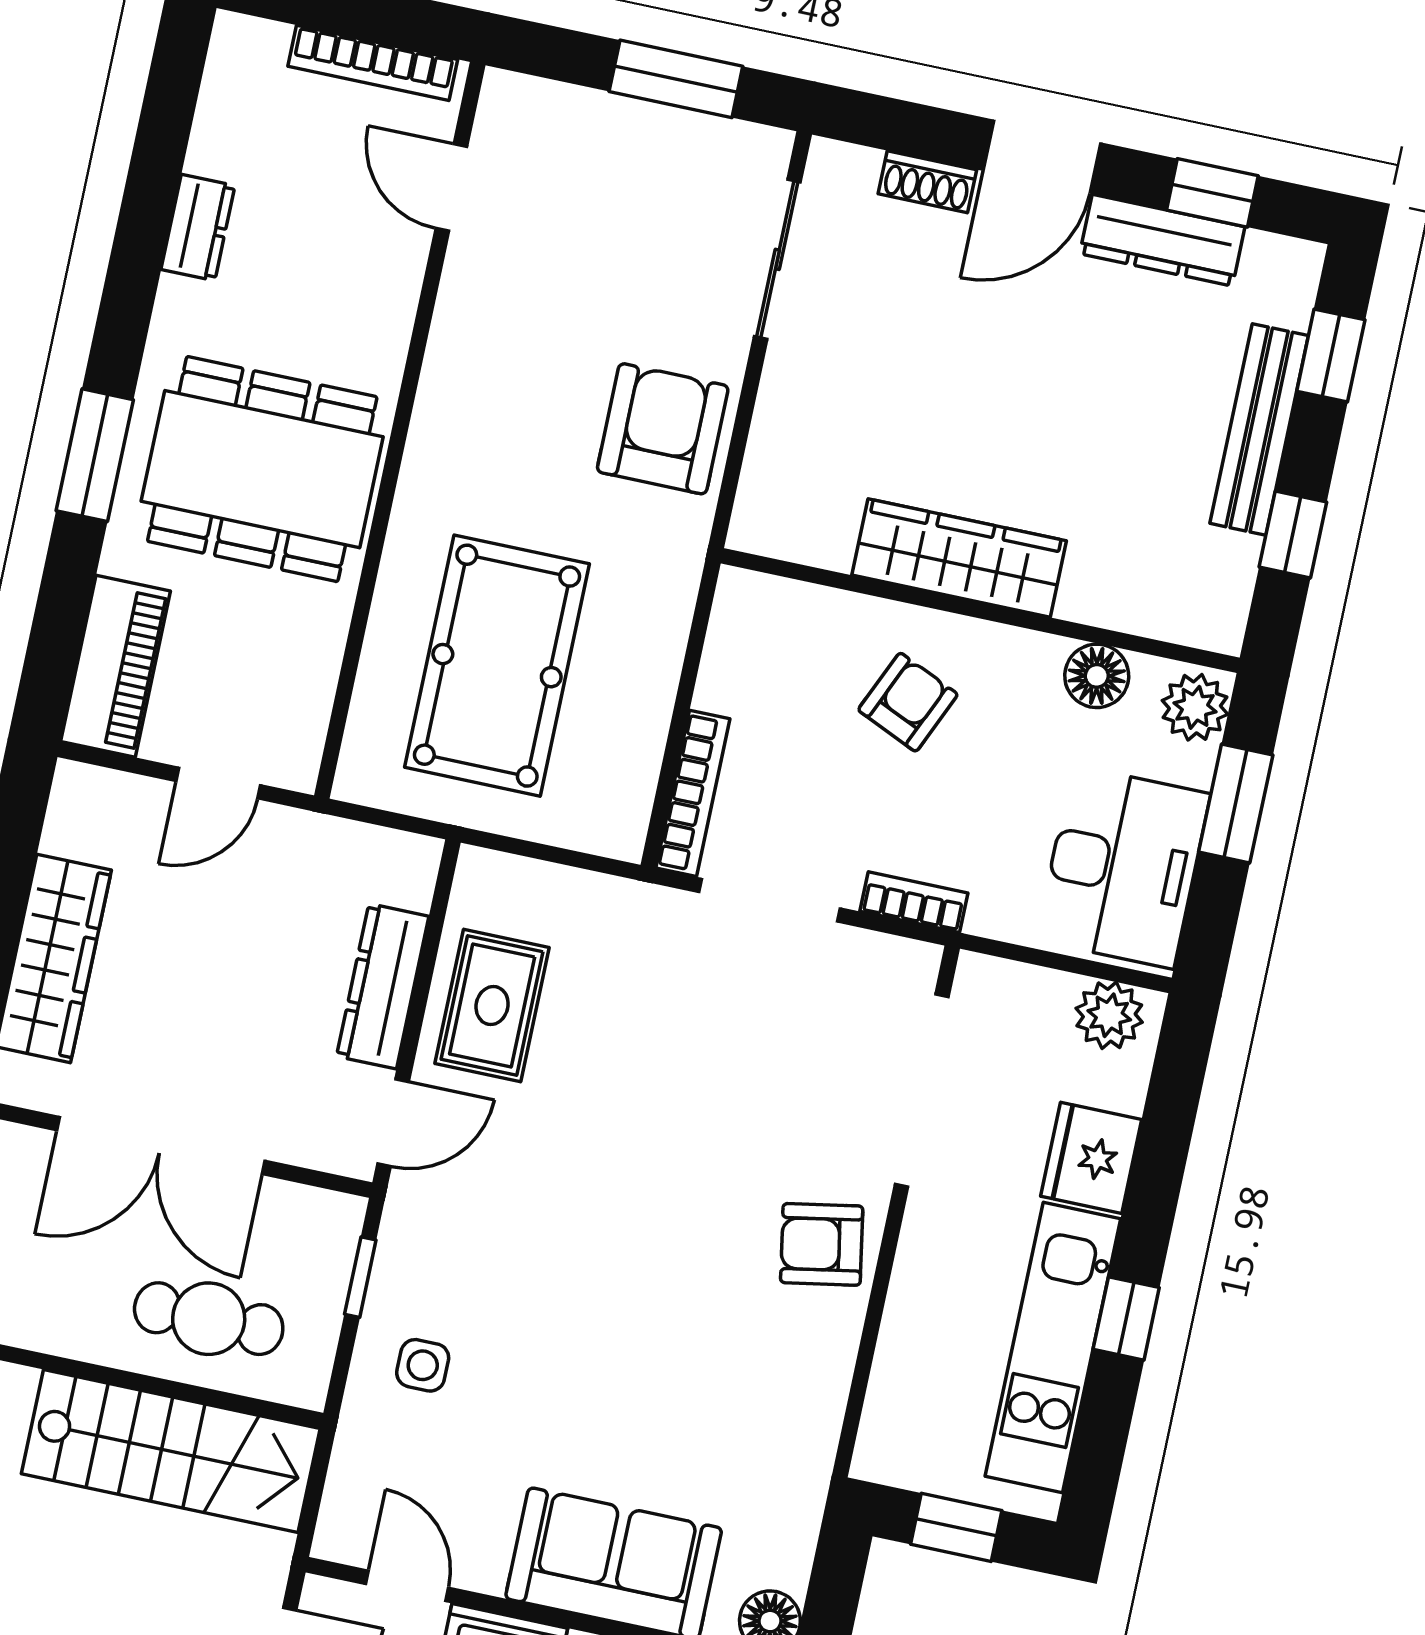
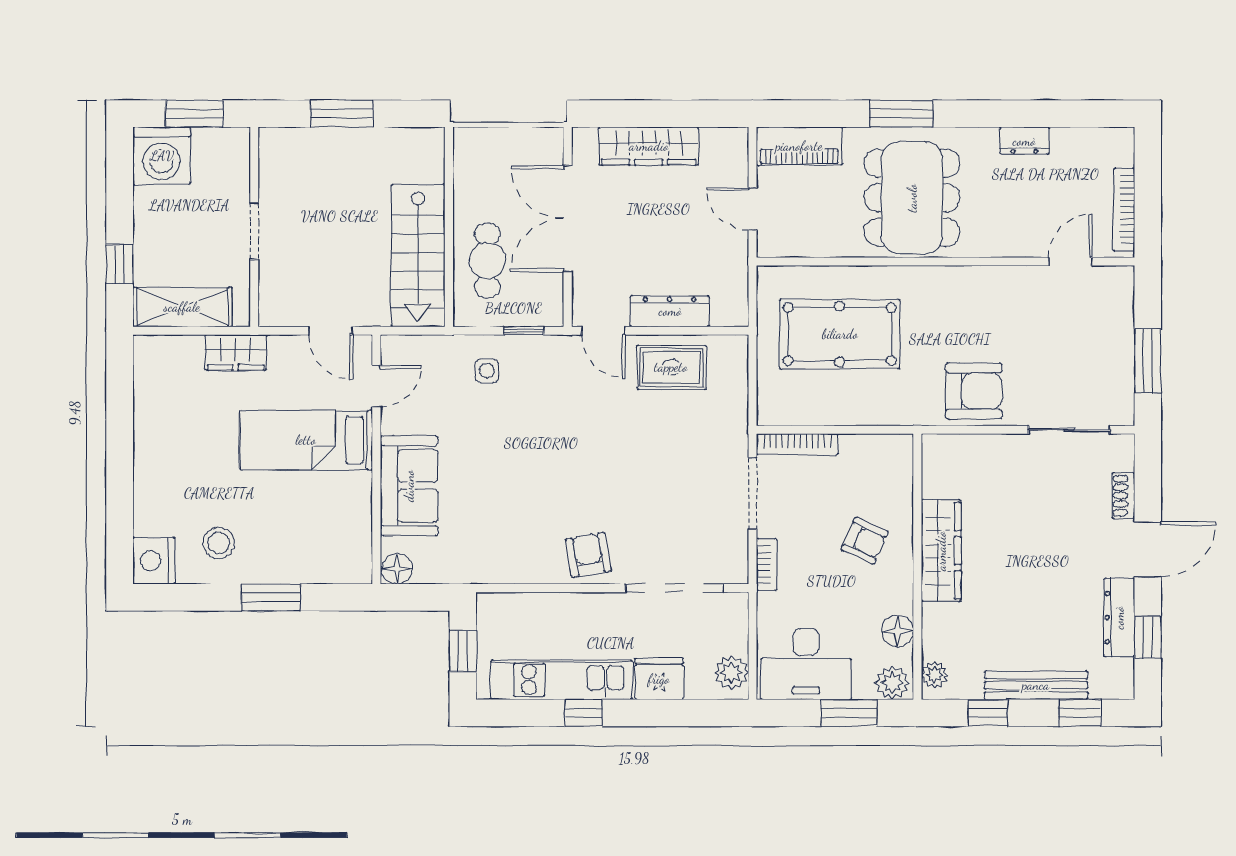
door: (1042, 157) -> (1148, 549), swing flipped
plant: (1197, 622) -> (934, 675), added

